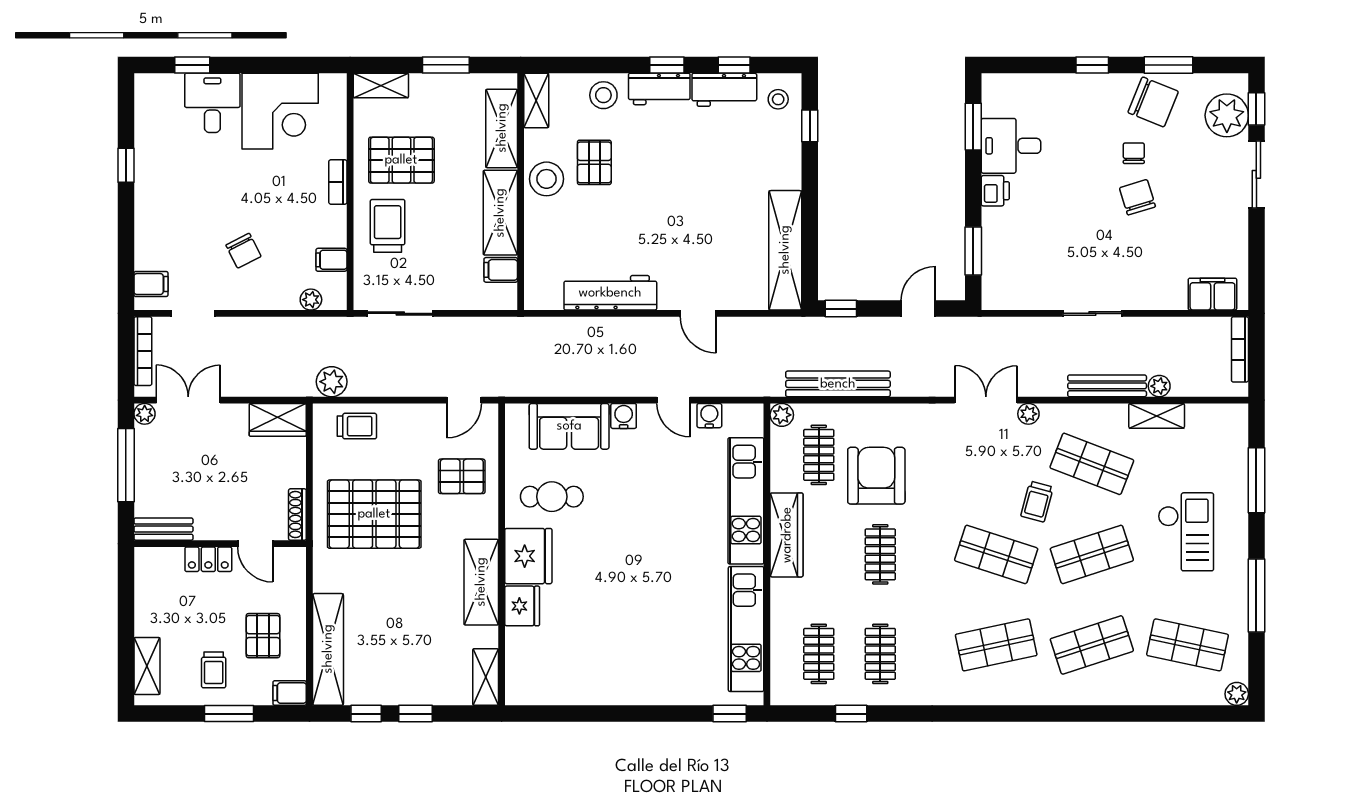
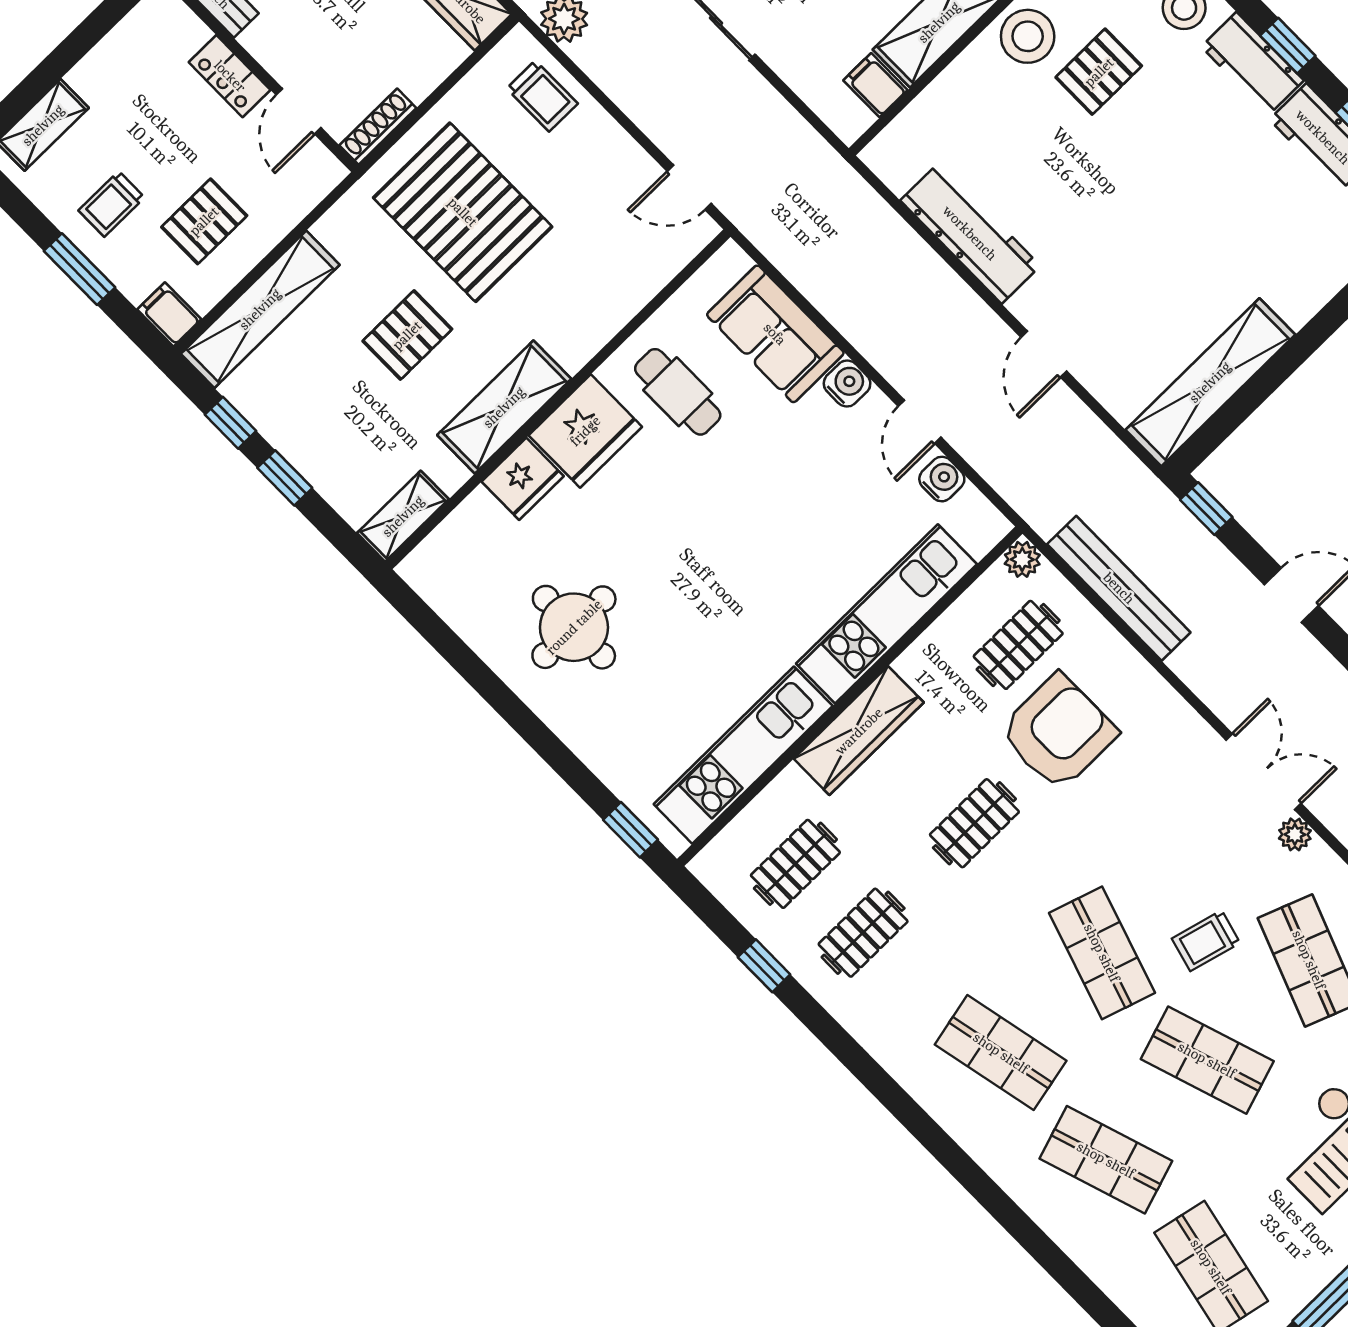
pallet: (462, 476) -> (407, 335), moved, turned 90
wardrobe: (787, 535) -> (859, 731), moved
round table: (612, 649) -> (574, 627), added

